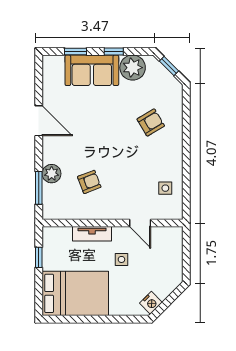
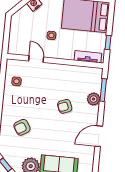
door: (39, 121) -> (99, 136), hinge flipped
armchair: (89, 182) -> (65, 106), moved
tv unit: (92, 234) -> (88, 57), moved

